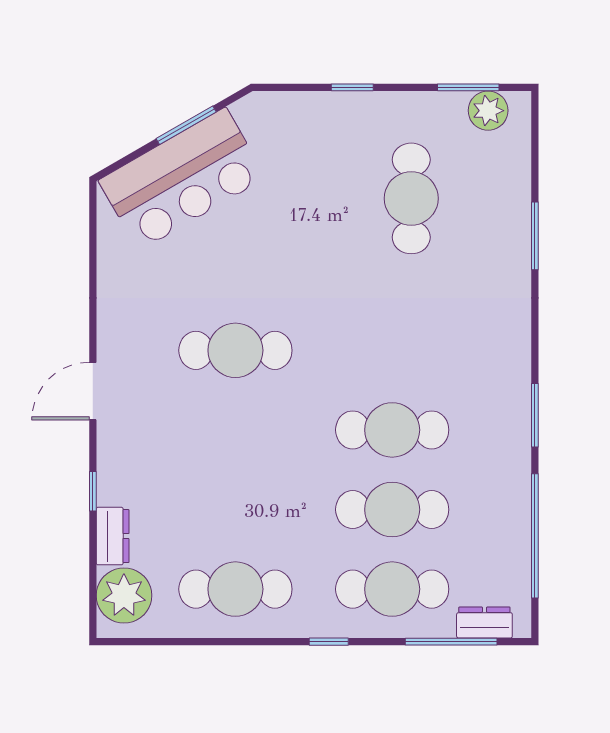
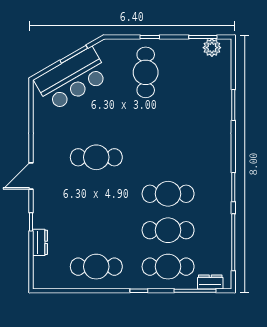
cafe table: (411, 198) -> (146, 72), moved
plant: (124, 595) -> (45, 270), removed

